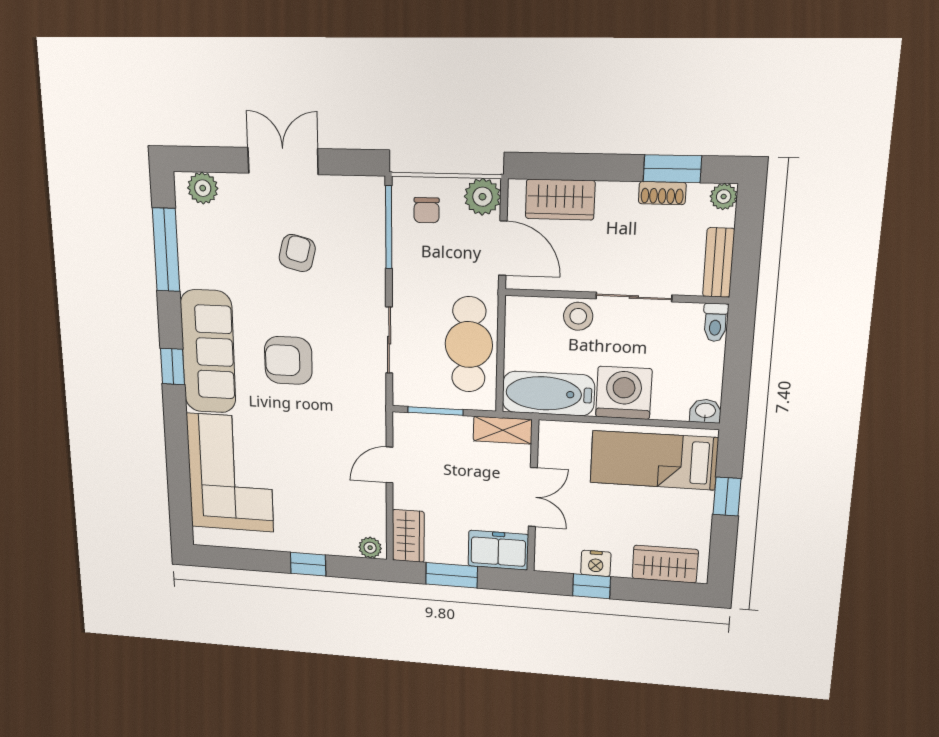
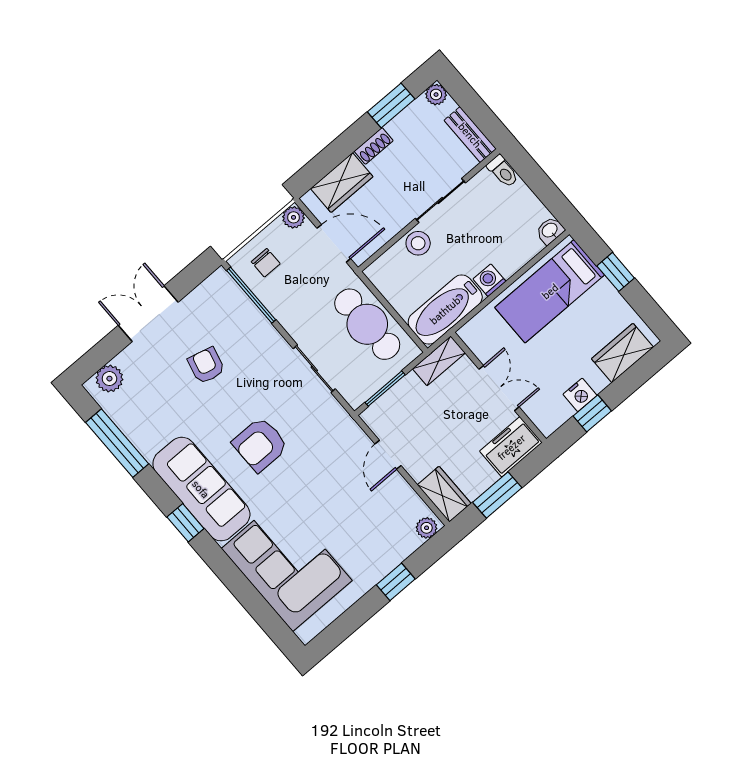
shoe rack: (662, 193) -> (374, 146), moved
plant: (482, 197) -> (294, 217), width x0.73, depth x0.73
washing machine: (624, 393) -> (489, 280), width x0.53, depth x0.53

